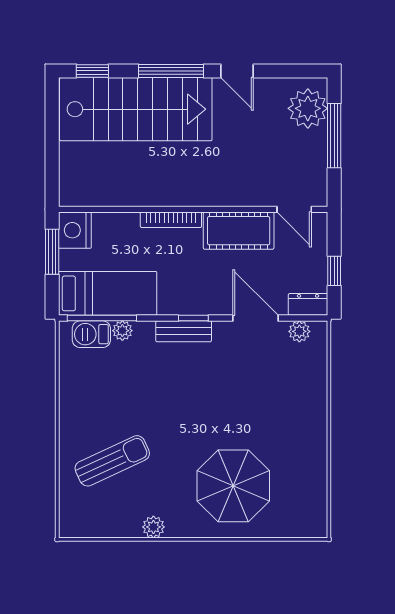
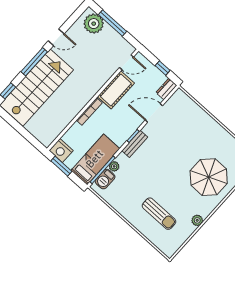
plant: (299, 331) -> (173, 101), removed
sun lounger: (112, 461) -> (159, 214), turned 115

